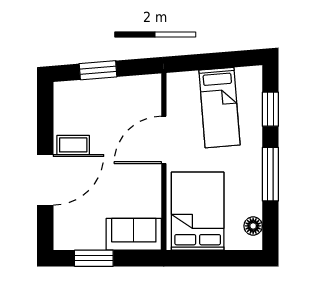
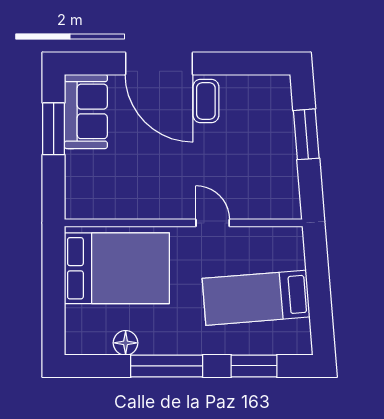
door: (164, 140) -> (213, 223), width x0.53
floor lamp: (253, 226) -> (126, 343), moved
sofa: (134, 234) -> (86, 111), moved

